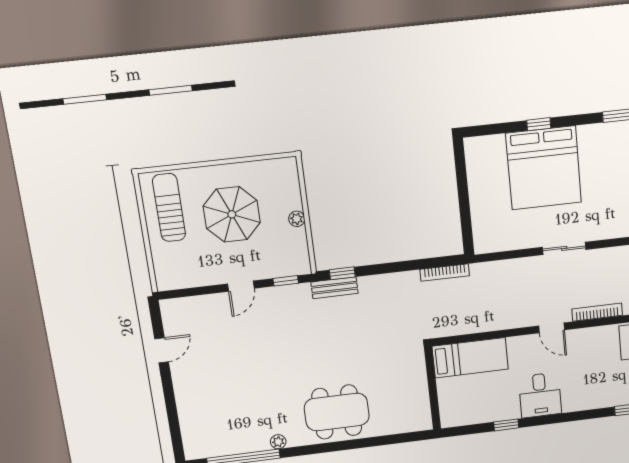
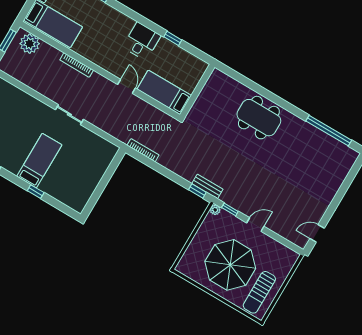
bed: (544, 168) -> (39, 161), width x0.49
parasol: (232, 214) -> (230, 265), width x1.36, depth x1.36
plant: (297, 219) -> (215, 210), moved
door: (552, 328) -> (127, 86), moved
door: (162, 350) -> (317, 233), moved
plant: (278, 442) -> (303, 125), removed

